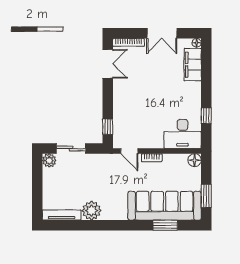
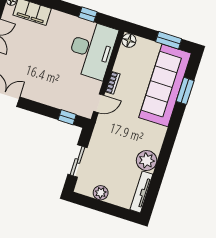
desk: (183, 134) -> (92, 50), width x1.36, depth x1.30
plant: (49, 161) -> (101, 193), moved

